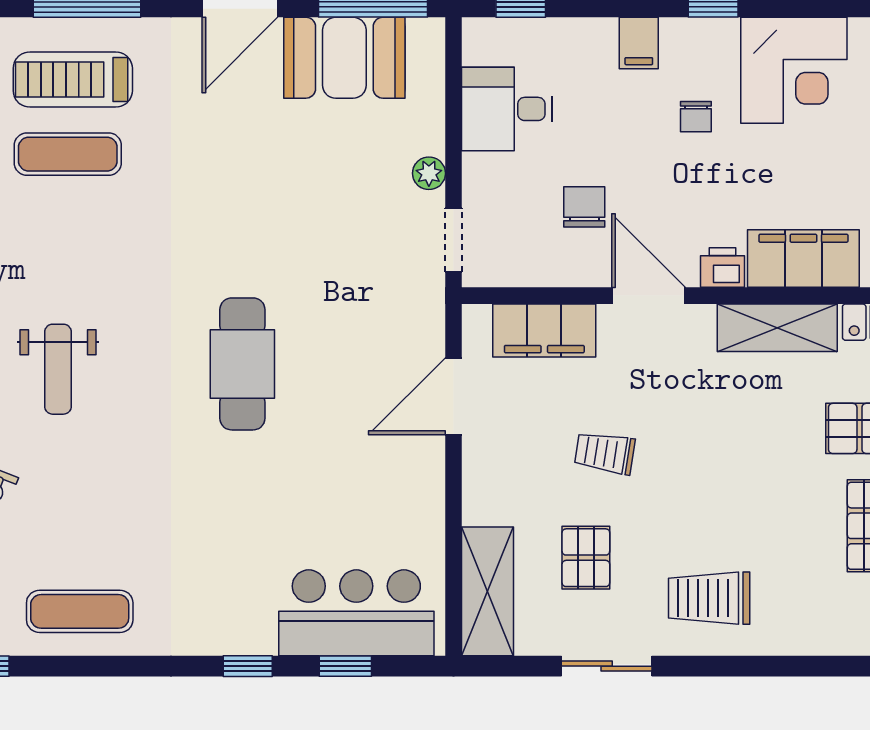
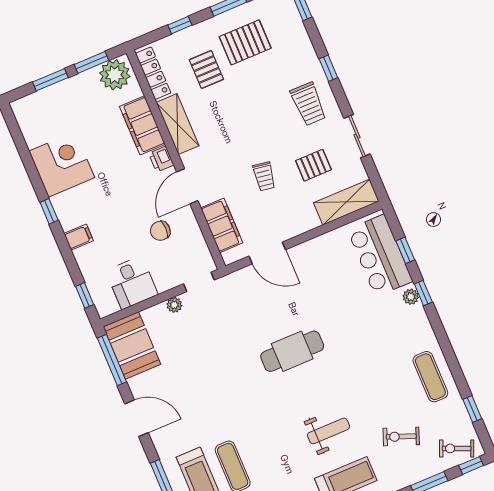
booth: (344, 58) -> (132, 345), moved
chair: (696, 117) -> (100, 199), removed
plant: (251, 639) -> (411, 297), added
window: (762, 666) -> (328, 68), added

